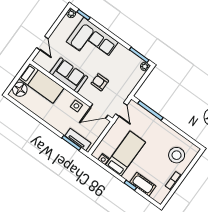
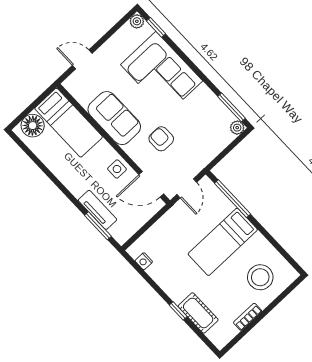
door: (42, 43) -> (82, 59), swing flipped
tv unit: (78, 139) -> (97, 210), moved
bed: (125, 154) -> (223, 242), moved, turned 180

